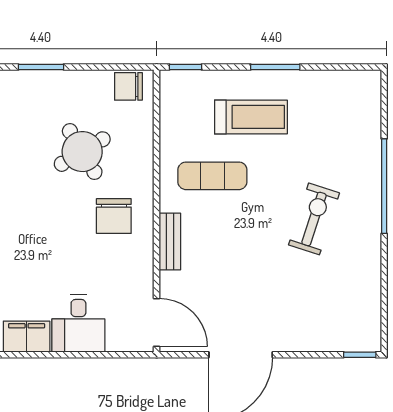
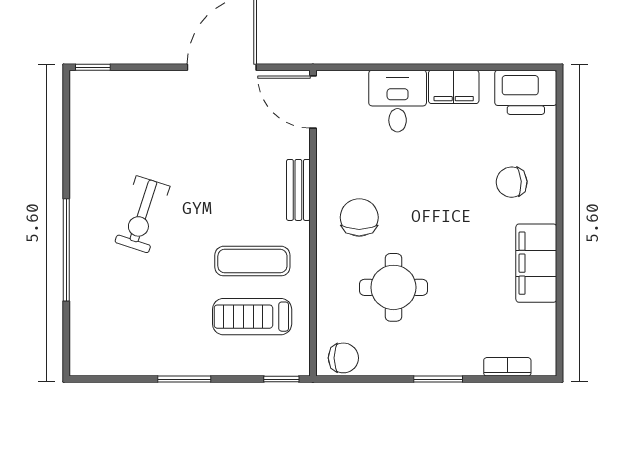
treadmill: (251, 117) -> (252, 317), moved
round table: (82, 152) -> (393, 287), turned 31

